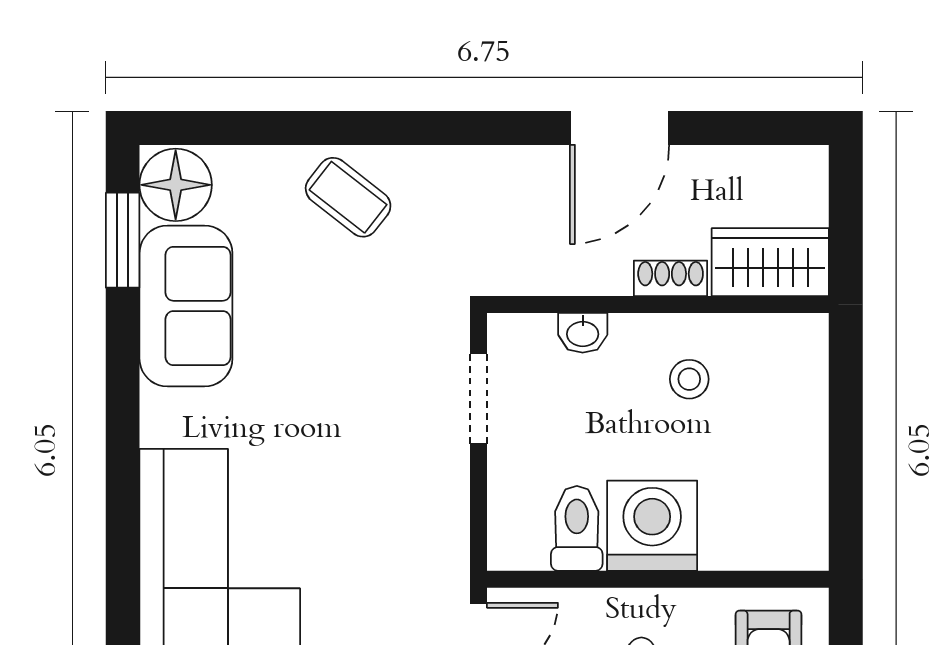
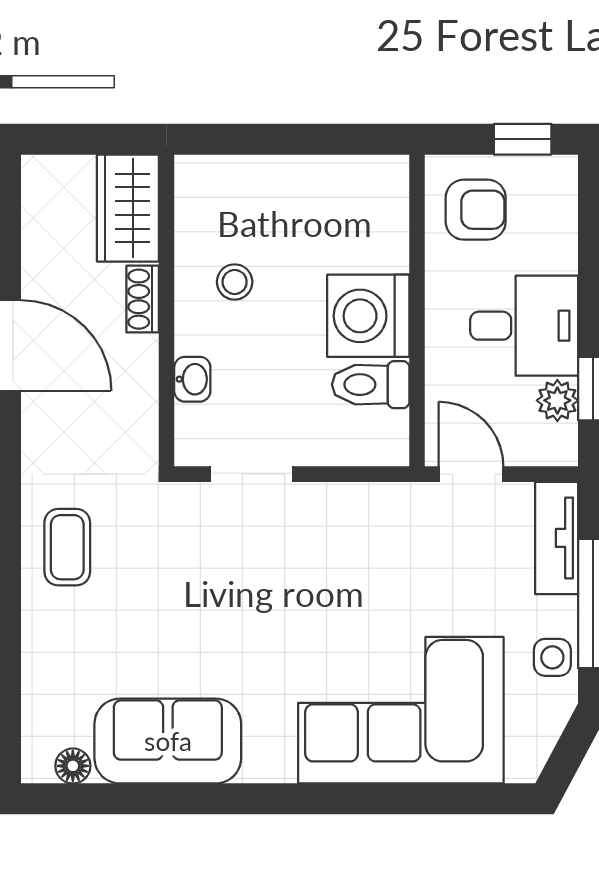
floor lamp: (176, 185) -> (73, 766), width x0.53, depth x0.53
coffee table: (348, 197) -> (67, 547), moved, turned -38
window: (123, 240) -> (108, 799), removed

